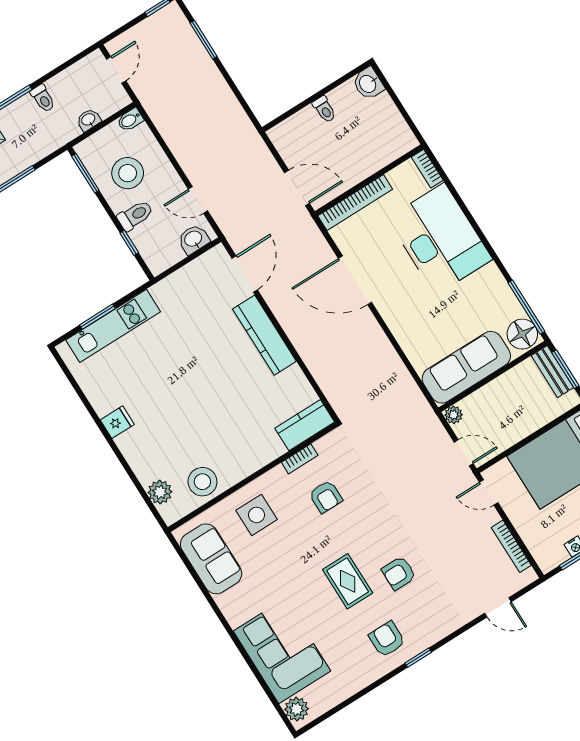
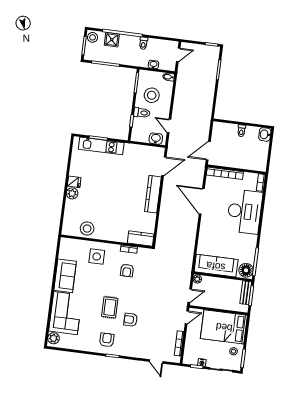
door: (297, 188) -> (208, 151), swing flipped
door: (464, 453) -> (190, 296), hinge flipped
plant: (160, 492) -> (72, 193), moved
door: (489, 493) -> (187, 317), swing flipped
sofa: (211, 559) -> (65, 276), moved

